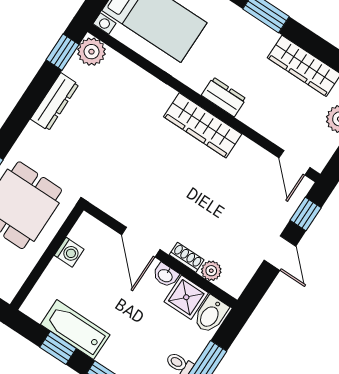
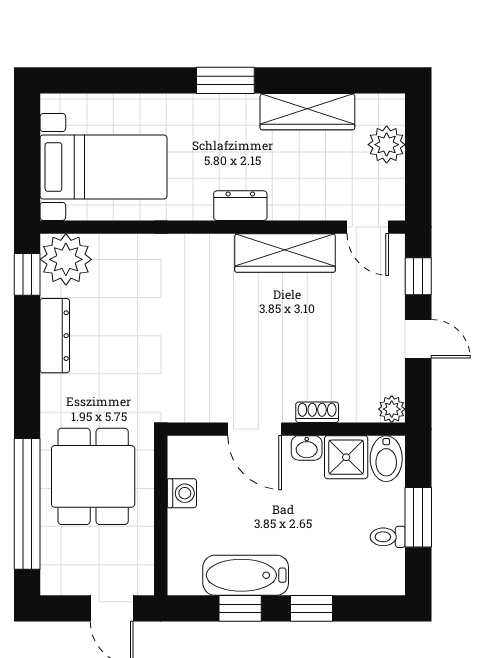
plant: (92, 52) -> (66, 259), width x1.36, depth x1.36
wardrobe: (203, 125) -> (285, 253), moved
plant: (211, 271) -> (392, 409), moved

